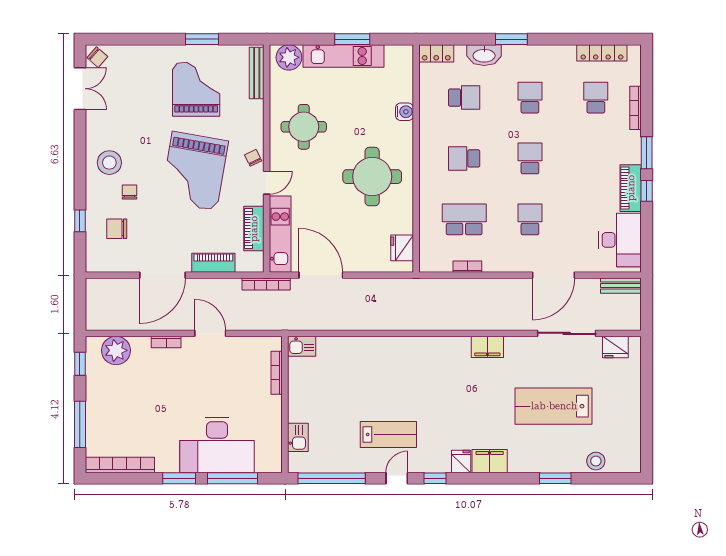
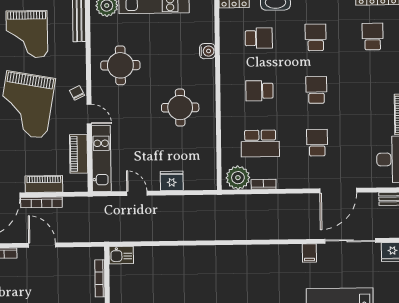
grand piano: (196, 89) -> (27, 34), turned 180
round table: (372, 177) -> (180, 108), width x0.73, depth x0.73
door: (267, 183) -> (89, 114), hinge flipped
school desk: (464, 219) -> (260, 143), turned 180
fridge: (402, 248) -> (172, 181), moved, turned 90
plant: (438, 259) -> (238, 178), added
door: (321, 275) -> (137, 193), width x0.53
bookcase: (266, 284) -> (41, 202), moved
filing cabinet: (487, 347) -> (309, 253), moved, width x0.50

